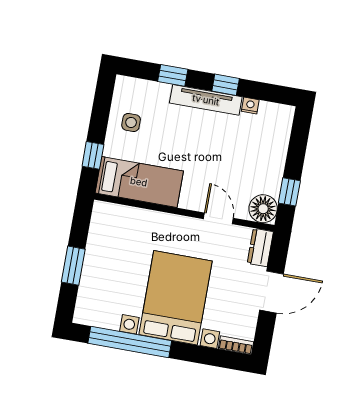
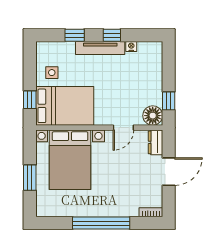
bed: (139, 182) -> (65, 106), width x1.50
door: (218, 218) -> (123, 128), swing flipped
bed with nightstands: (176, 298) -> (70, 160), moved, turned 180
window: (130, 342) -> (101, 223), moved

